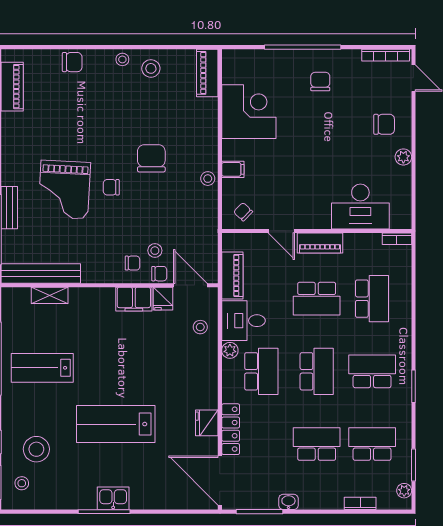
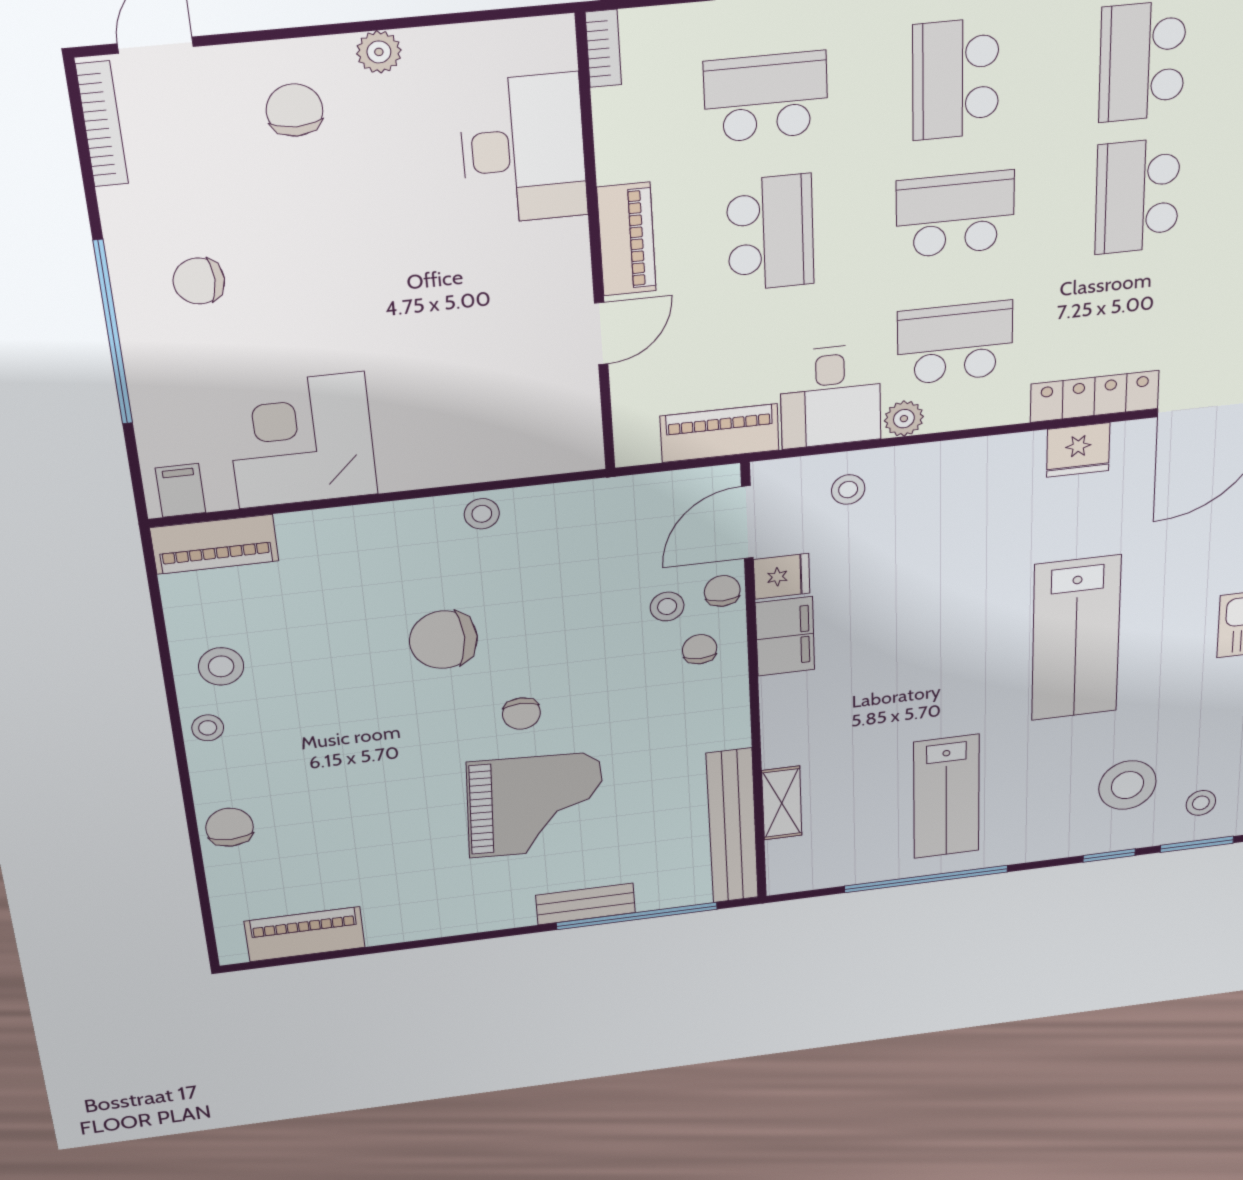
filing cabinet: (233, 169) -> (181, 490), moved
chair: (243, 212) -> (559, 426), removed

